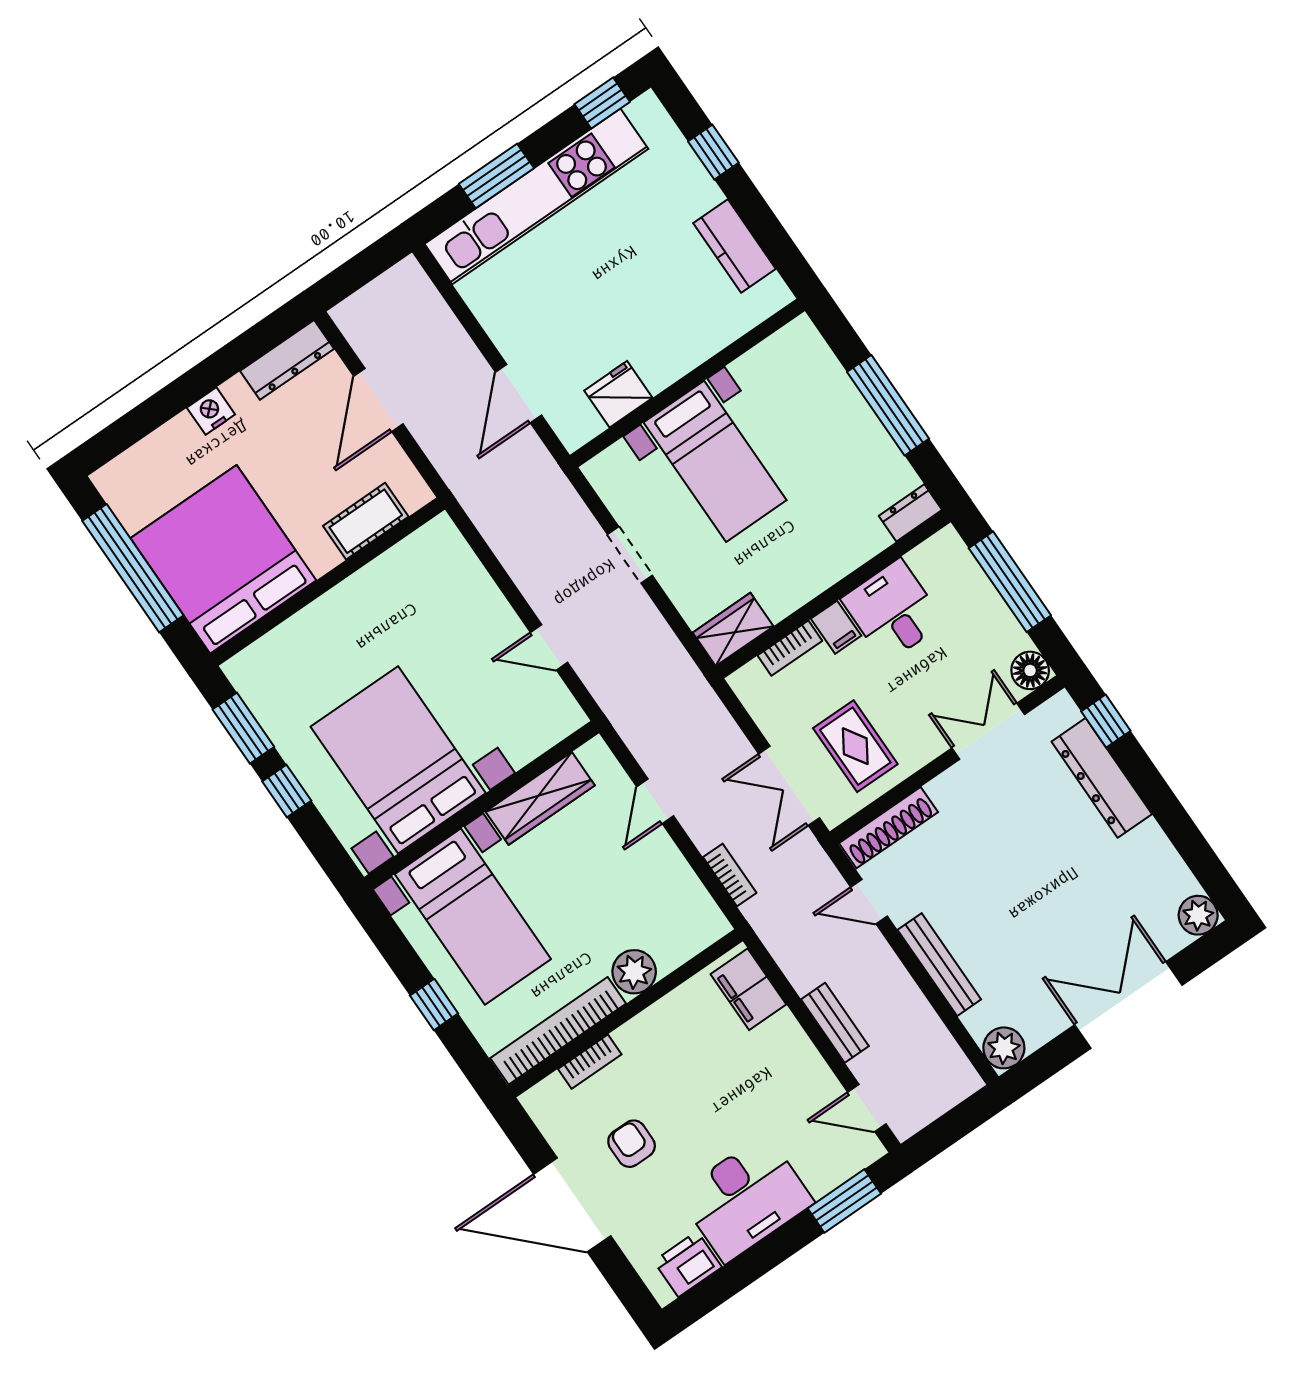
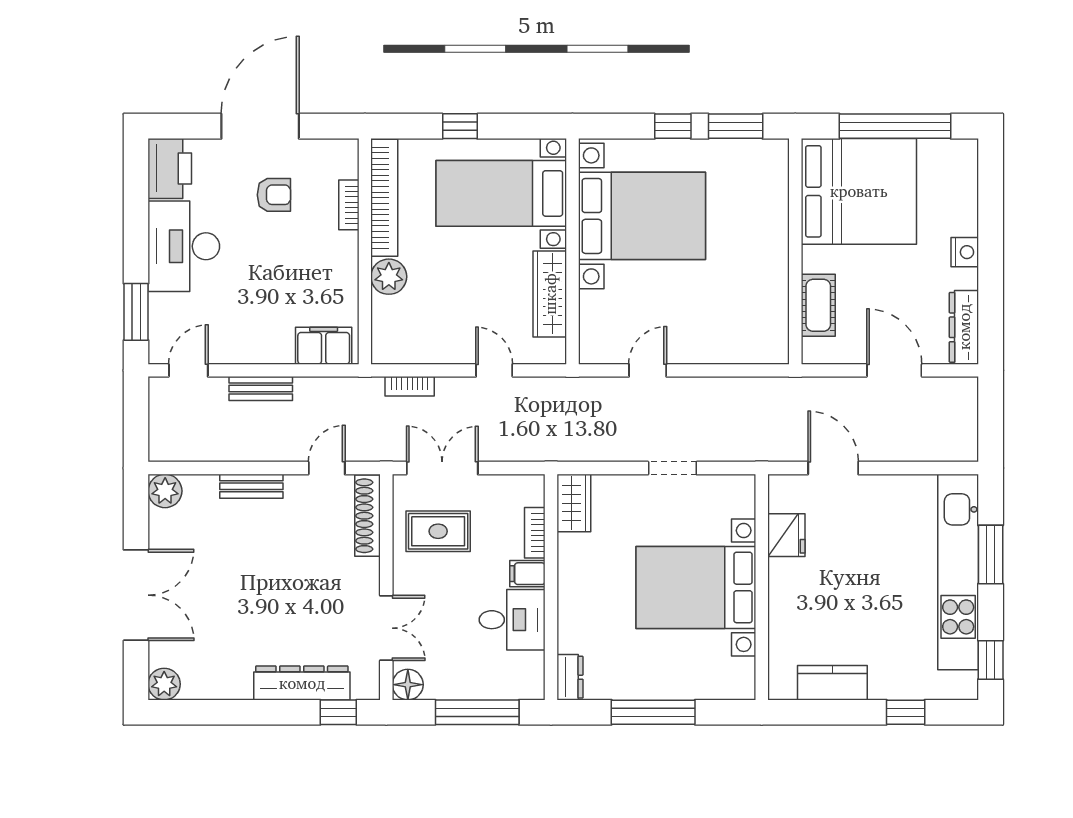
bed with nightstands: (715, 461) -> (696, 587), width x1.36
bench: (939, 965) -> (251, 486), width x0.73
printer: (688, 1264) -> (170, 168), width x1.37, depth x1.19

